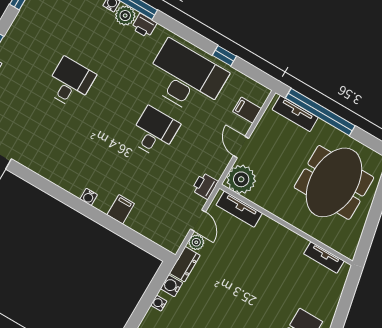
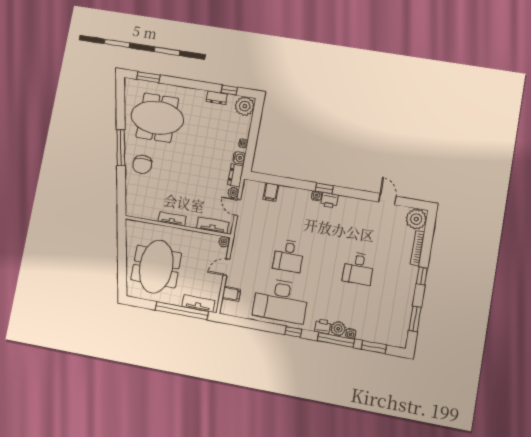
window: (224, 56) -> (293, 332), moved
door: (241, 147) -> (226, 267), swing flipped
plant: (241, 179) -> (224, 242), width x0.53, depth x0.53
printer: (205, 186) -> (329, 200), moved, turned 90
window: (75, 203) -> (324, 188), added
filing cabinet: (121, 209) -> (271, 192), moved
tv unit: (324, 257) -> (172, 219), moved

